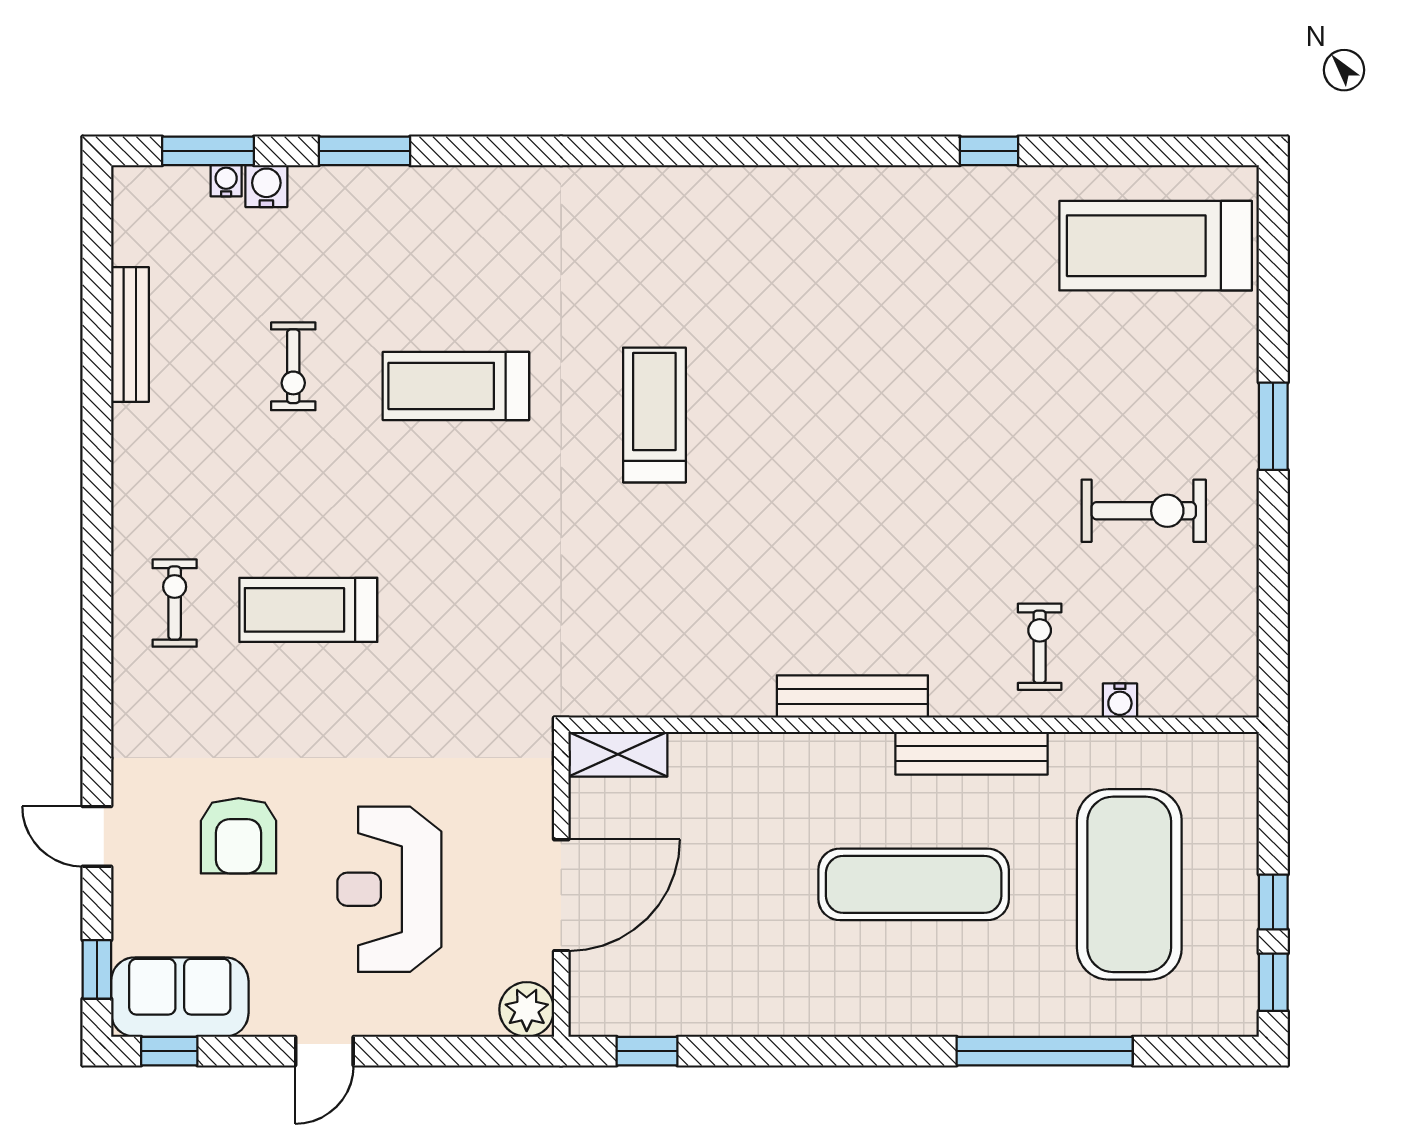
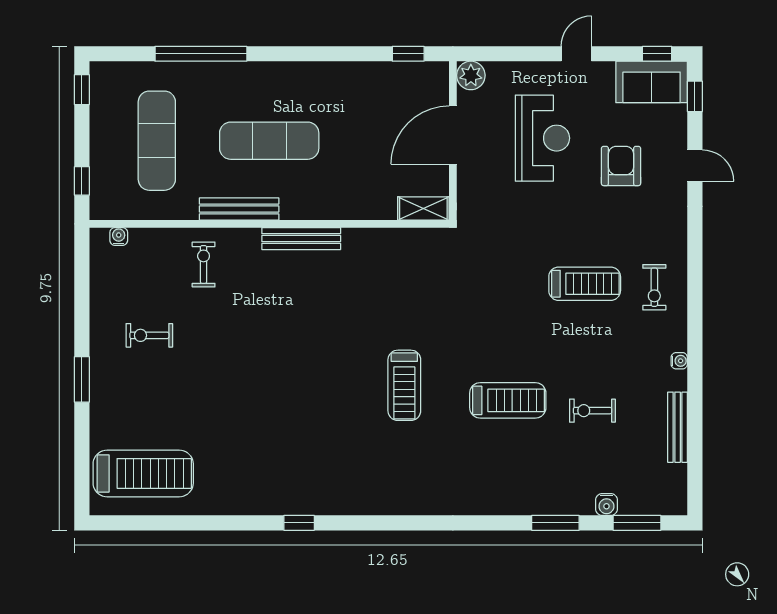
window: (989, 151) -> (299, 523), moved
water cooler: (226, 181) -> (679, 361), moved, turned -90
exercise bike: (293, 366) -> (592, 411), turned -90
exercise bike: (1144, 511) -> (149, 335), width x0.73, depth x0.72
exercise bike: (1040, 647) -> (204, 264), turned 180
water cooler: (1120, 701) -> (119, 236), moved
exercise mat: (1129, 884) -> (157, 141), width x0.68
window: (1273, 902) -> (82, 181), moved

